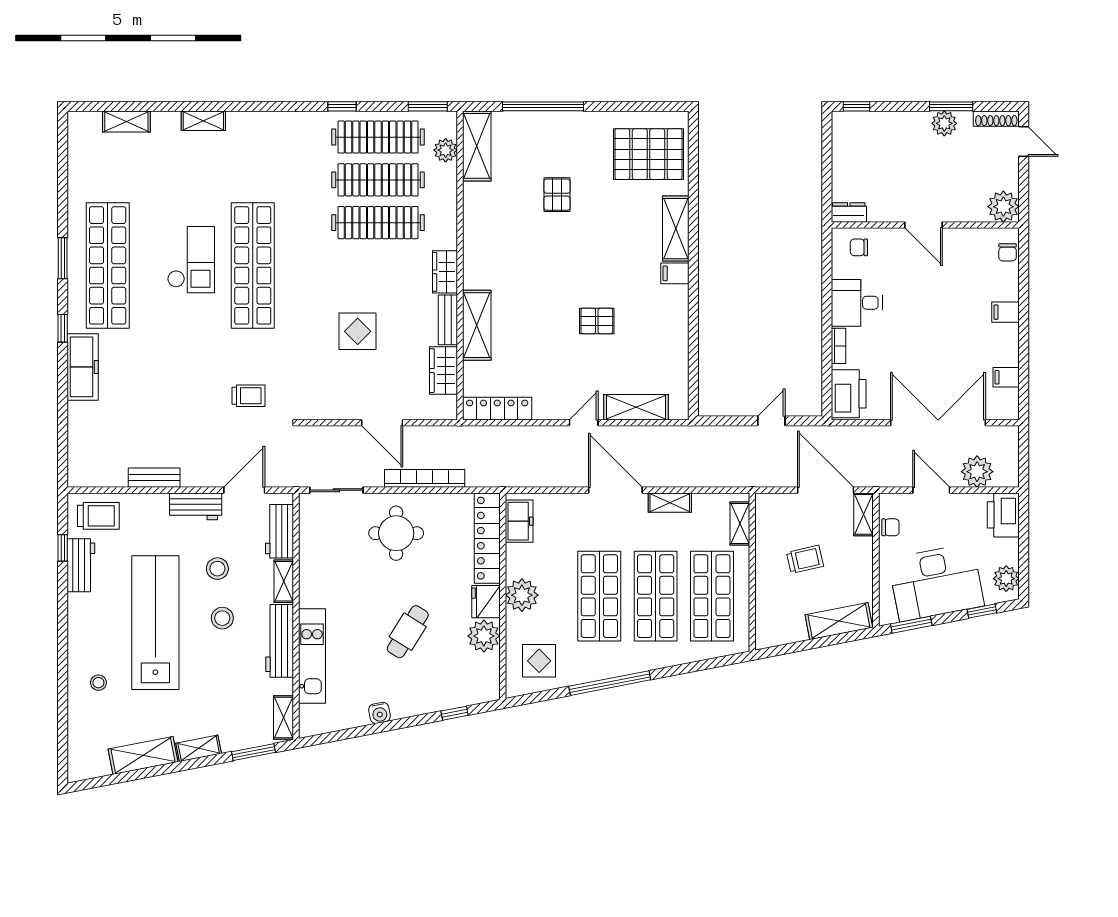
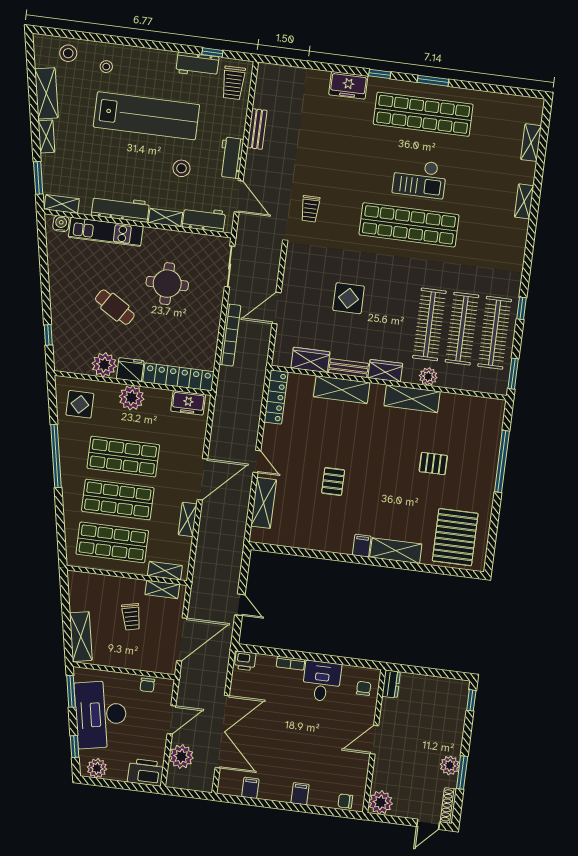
shelving: (477, 146) -> (412, 399), moved
plant: (446, 150) -> (428, 377), moved
freezer: (83, 367) -> (348, 85), width x0.71
printer: (849, 394) -> (245, 661), width x0.53, depth x0.68
shelving: (863, 514) -> (162, 589), moved
round table: (396, 533) -> (167, 284), moved
stool: (222, 618) -> (68, 53), moved
water cooler: (380, 713) -> (61, 224), moved, turned 101

